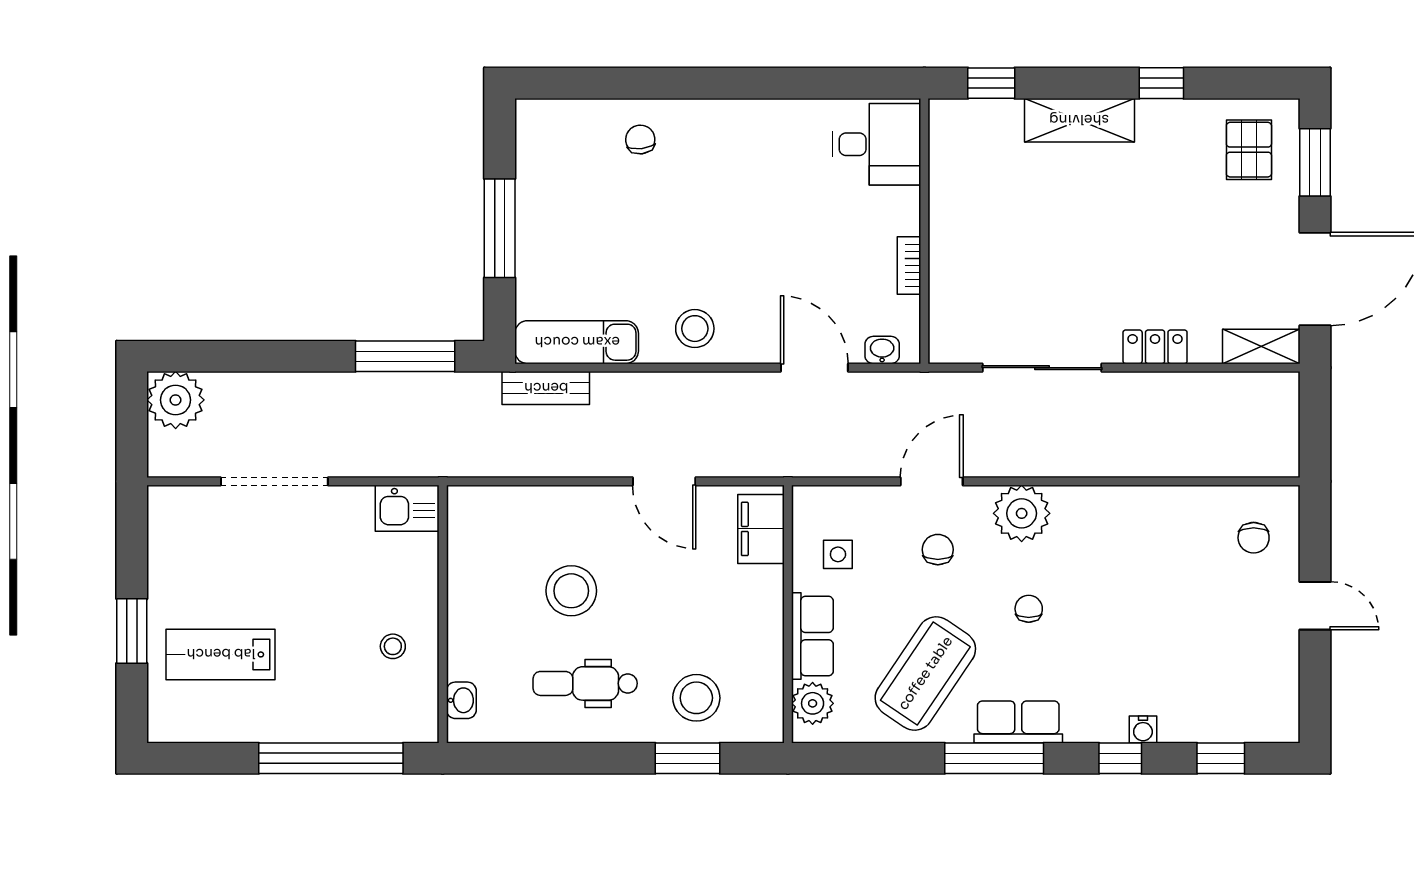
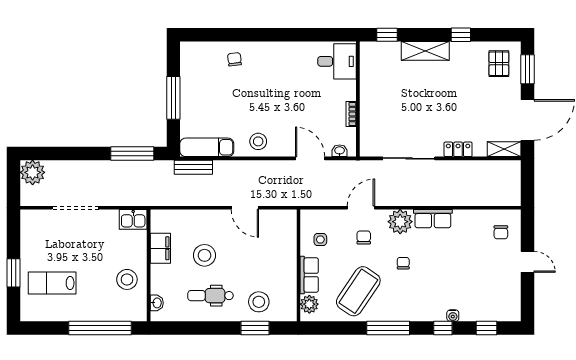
filing cabinet: (761, 529) -> (160, 248), moved, turned 180
stool: (393, 646) -> (127, 279), width x1.89, depth x1.89
row of seats: (1018, 722) -> (433, 219), moved, turned 180

